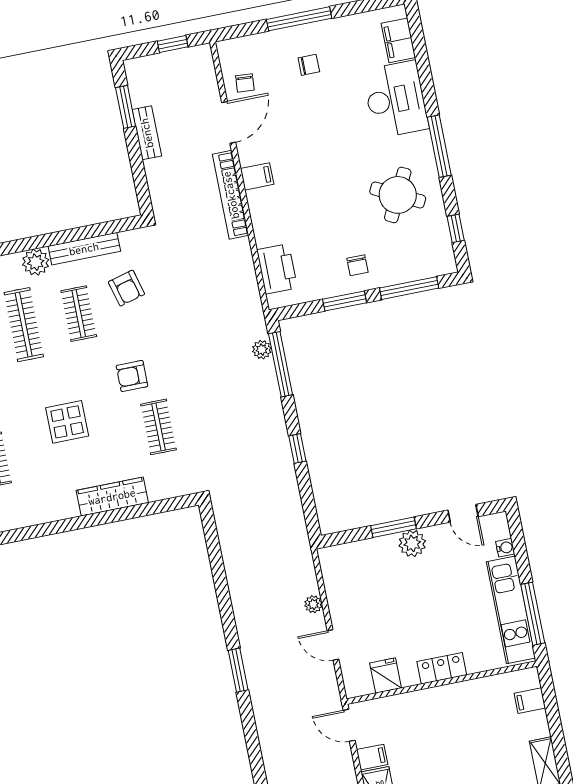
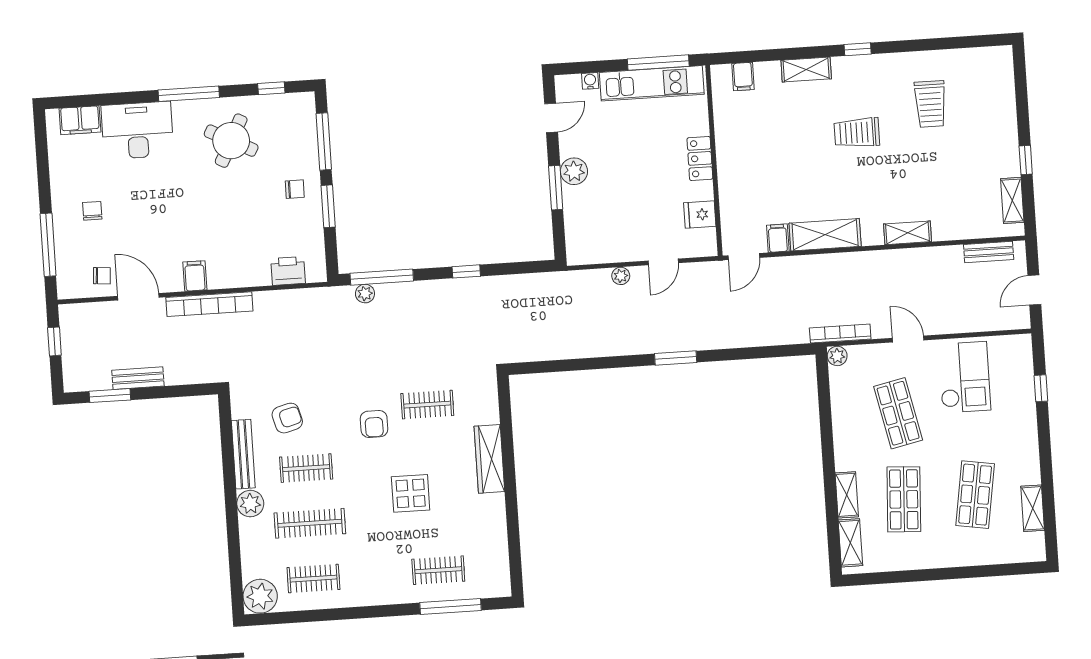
window: (299, 19) -> (48, 245), moved
printer: (277, 269) -> (288, 271), width x0.73, depth x0.84

